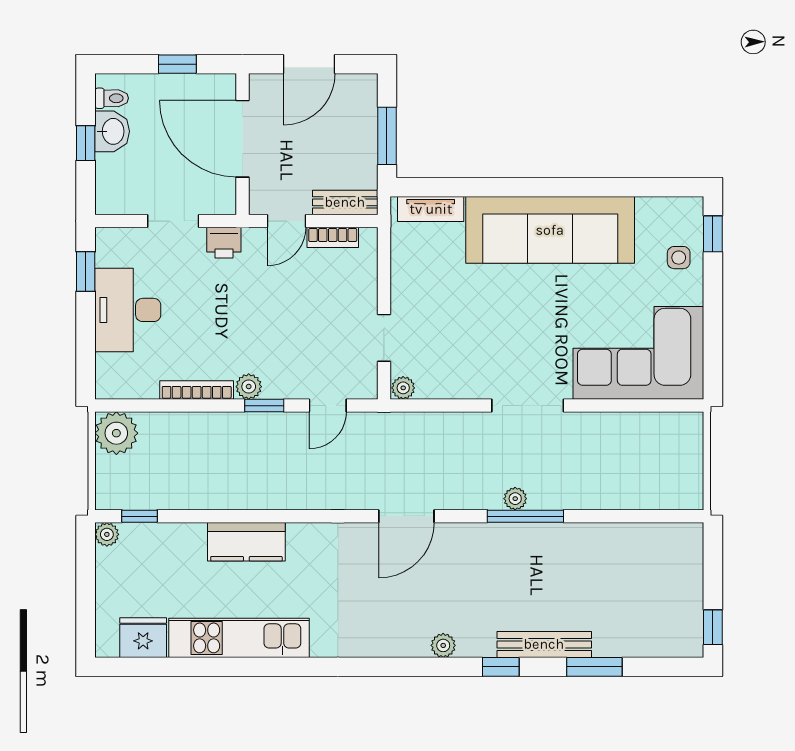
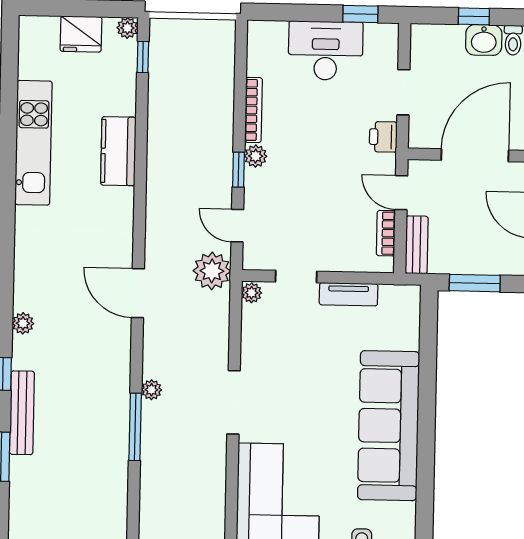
tv unit: (431, 209) -> (349, 294), moved, turned -90
plant: (116, 433) -> (212, 271), moved
window: (525, 516) -> (135, 427), moved
fridge: (143, 638) -> (81, 34), moved, turned 90

